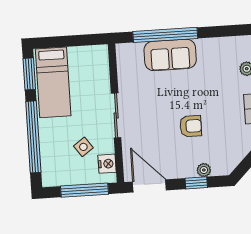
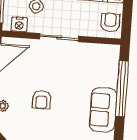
sofa: (170, 55) -> (103, 110), moved
armchair: (90, 59) -> (110, 22), added

